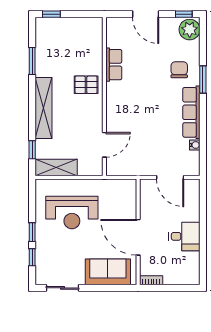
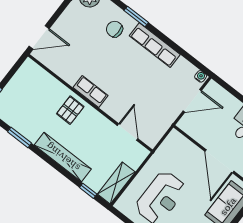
door: (146, 14) -> (39, 37), moved
row of seats: (114, 65) -> (90, 92), moved
water cooler: (195, 145) -> (201, 76), moved
door: (138, 237) -> (219, 161), hinge flipped

